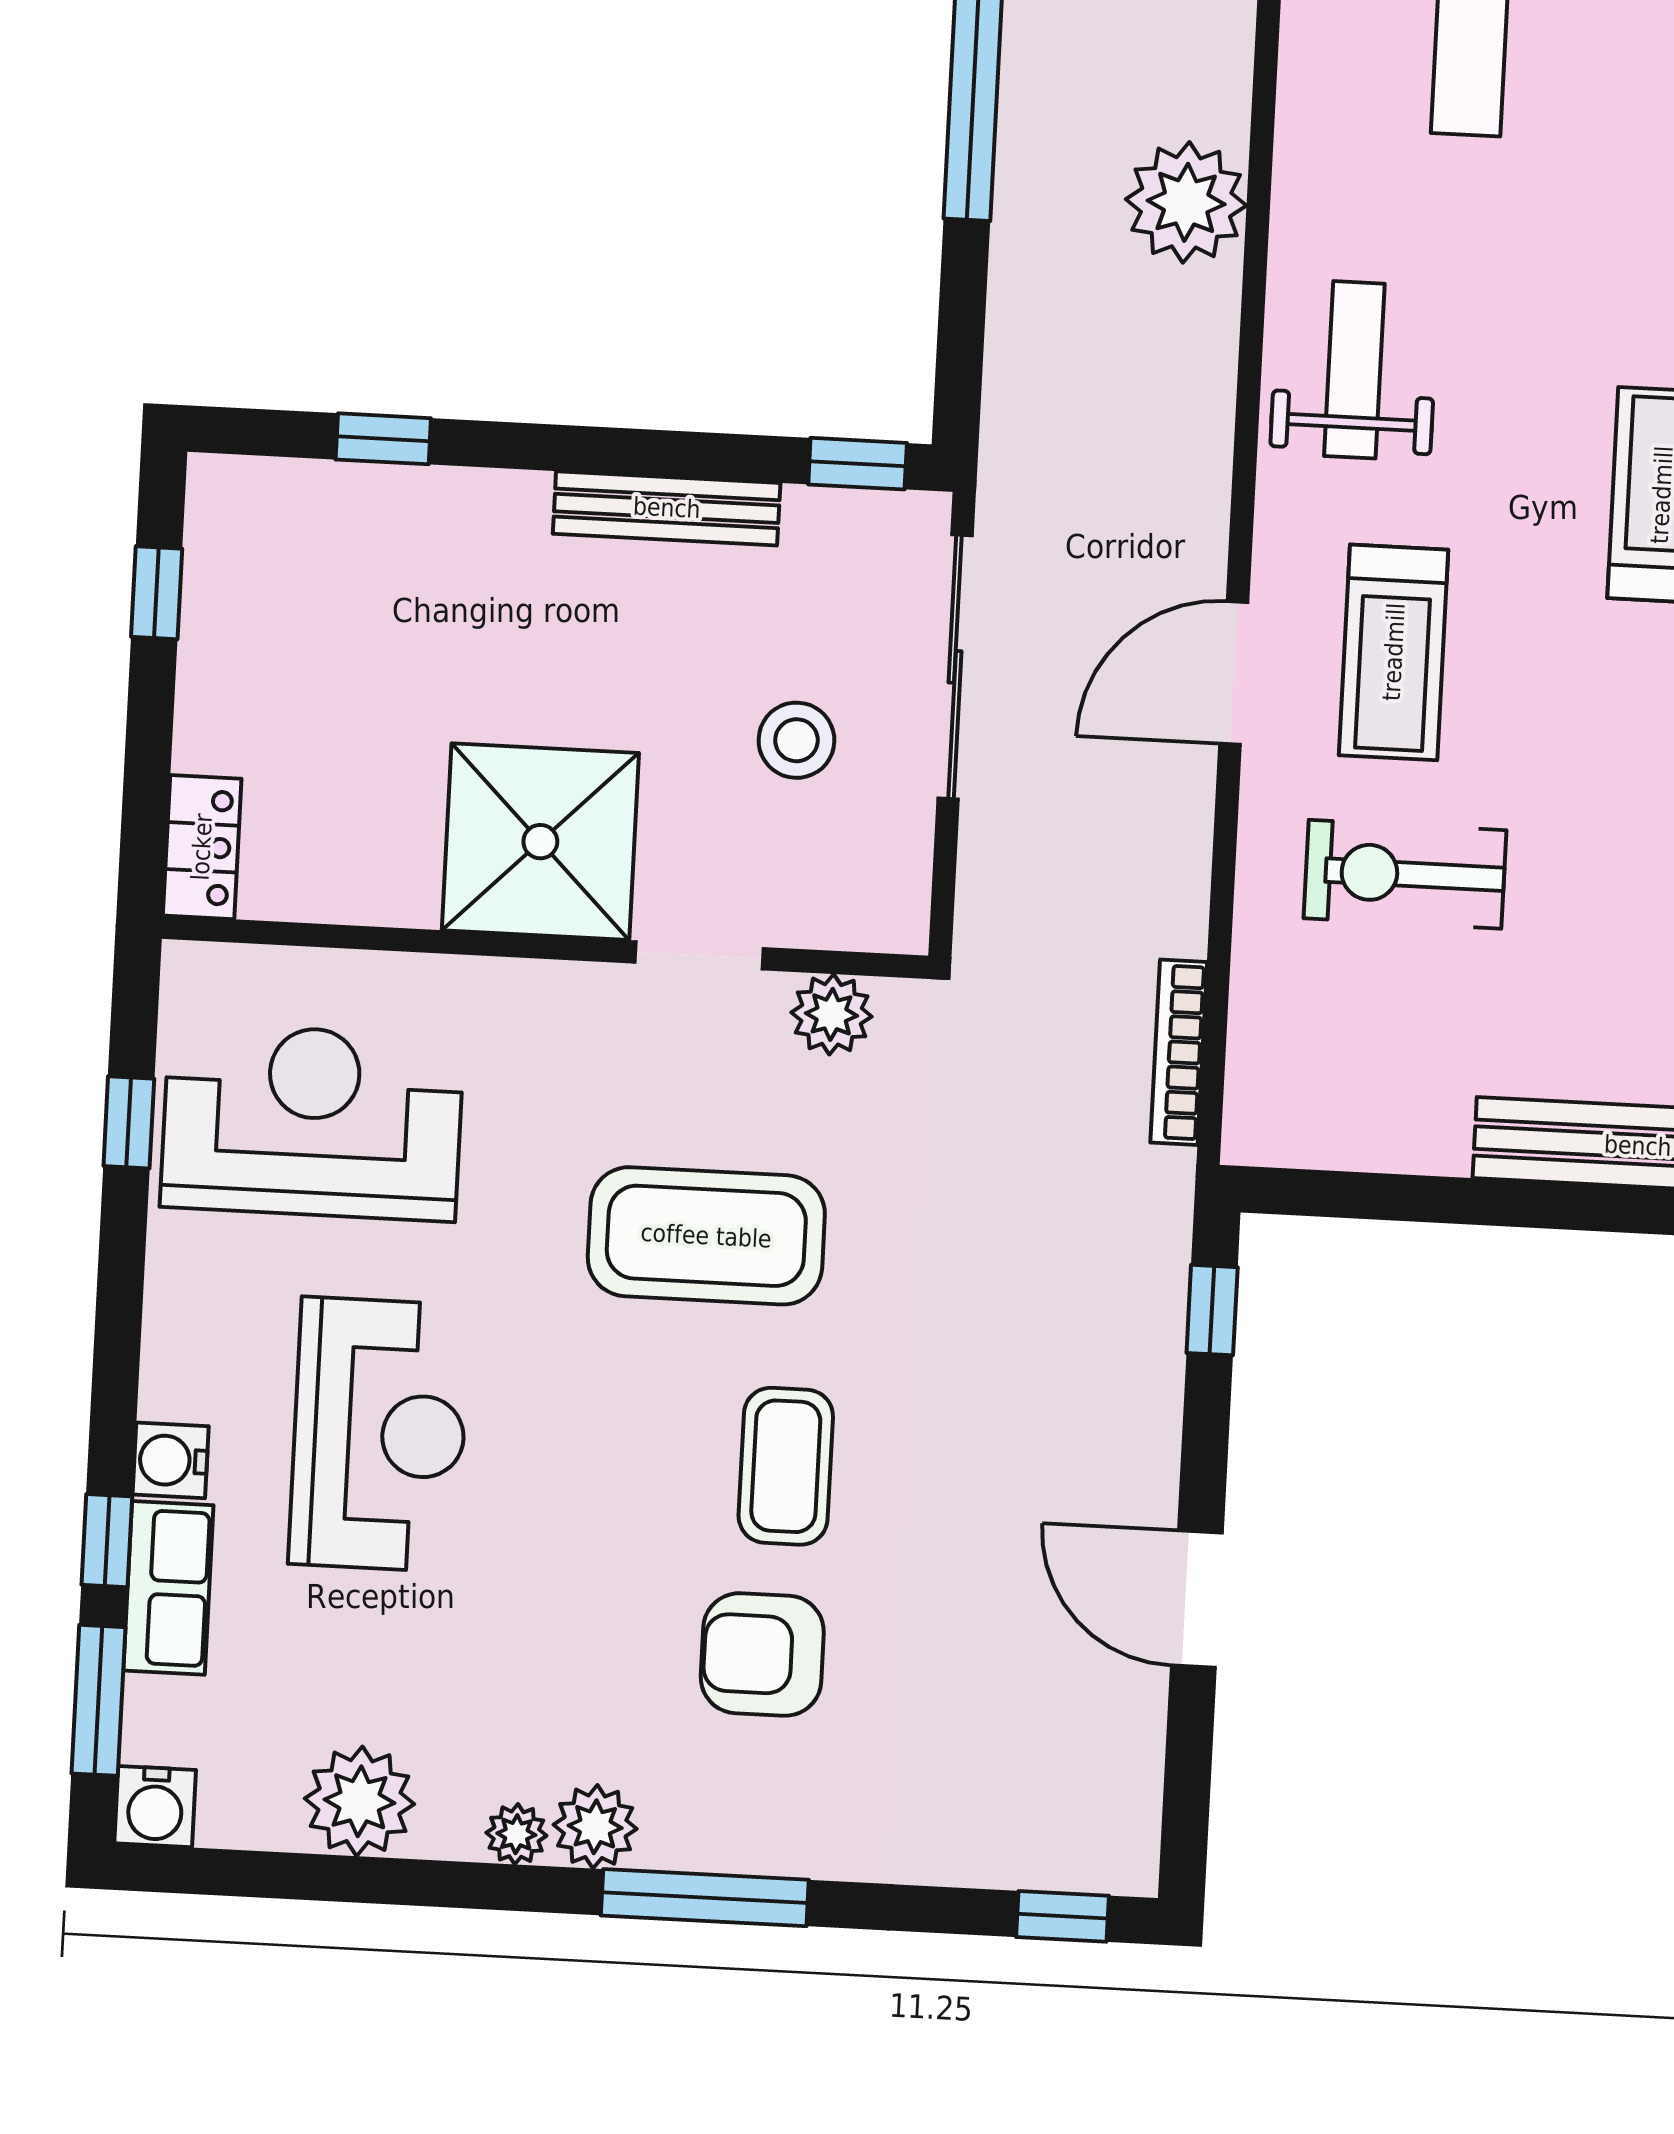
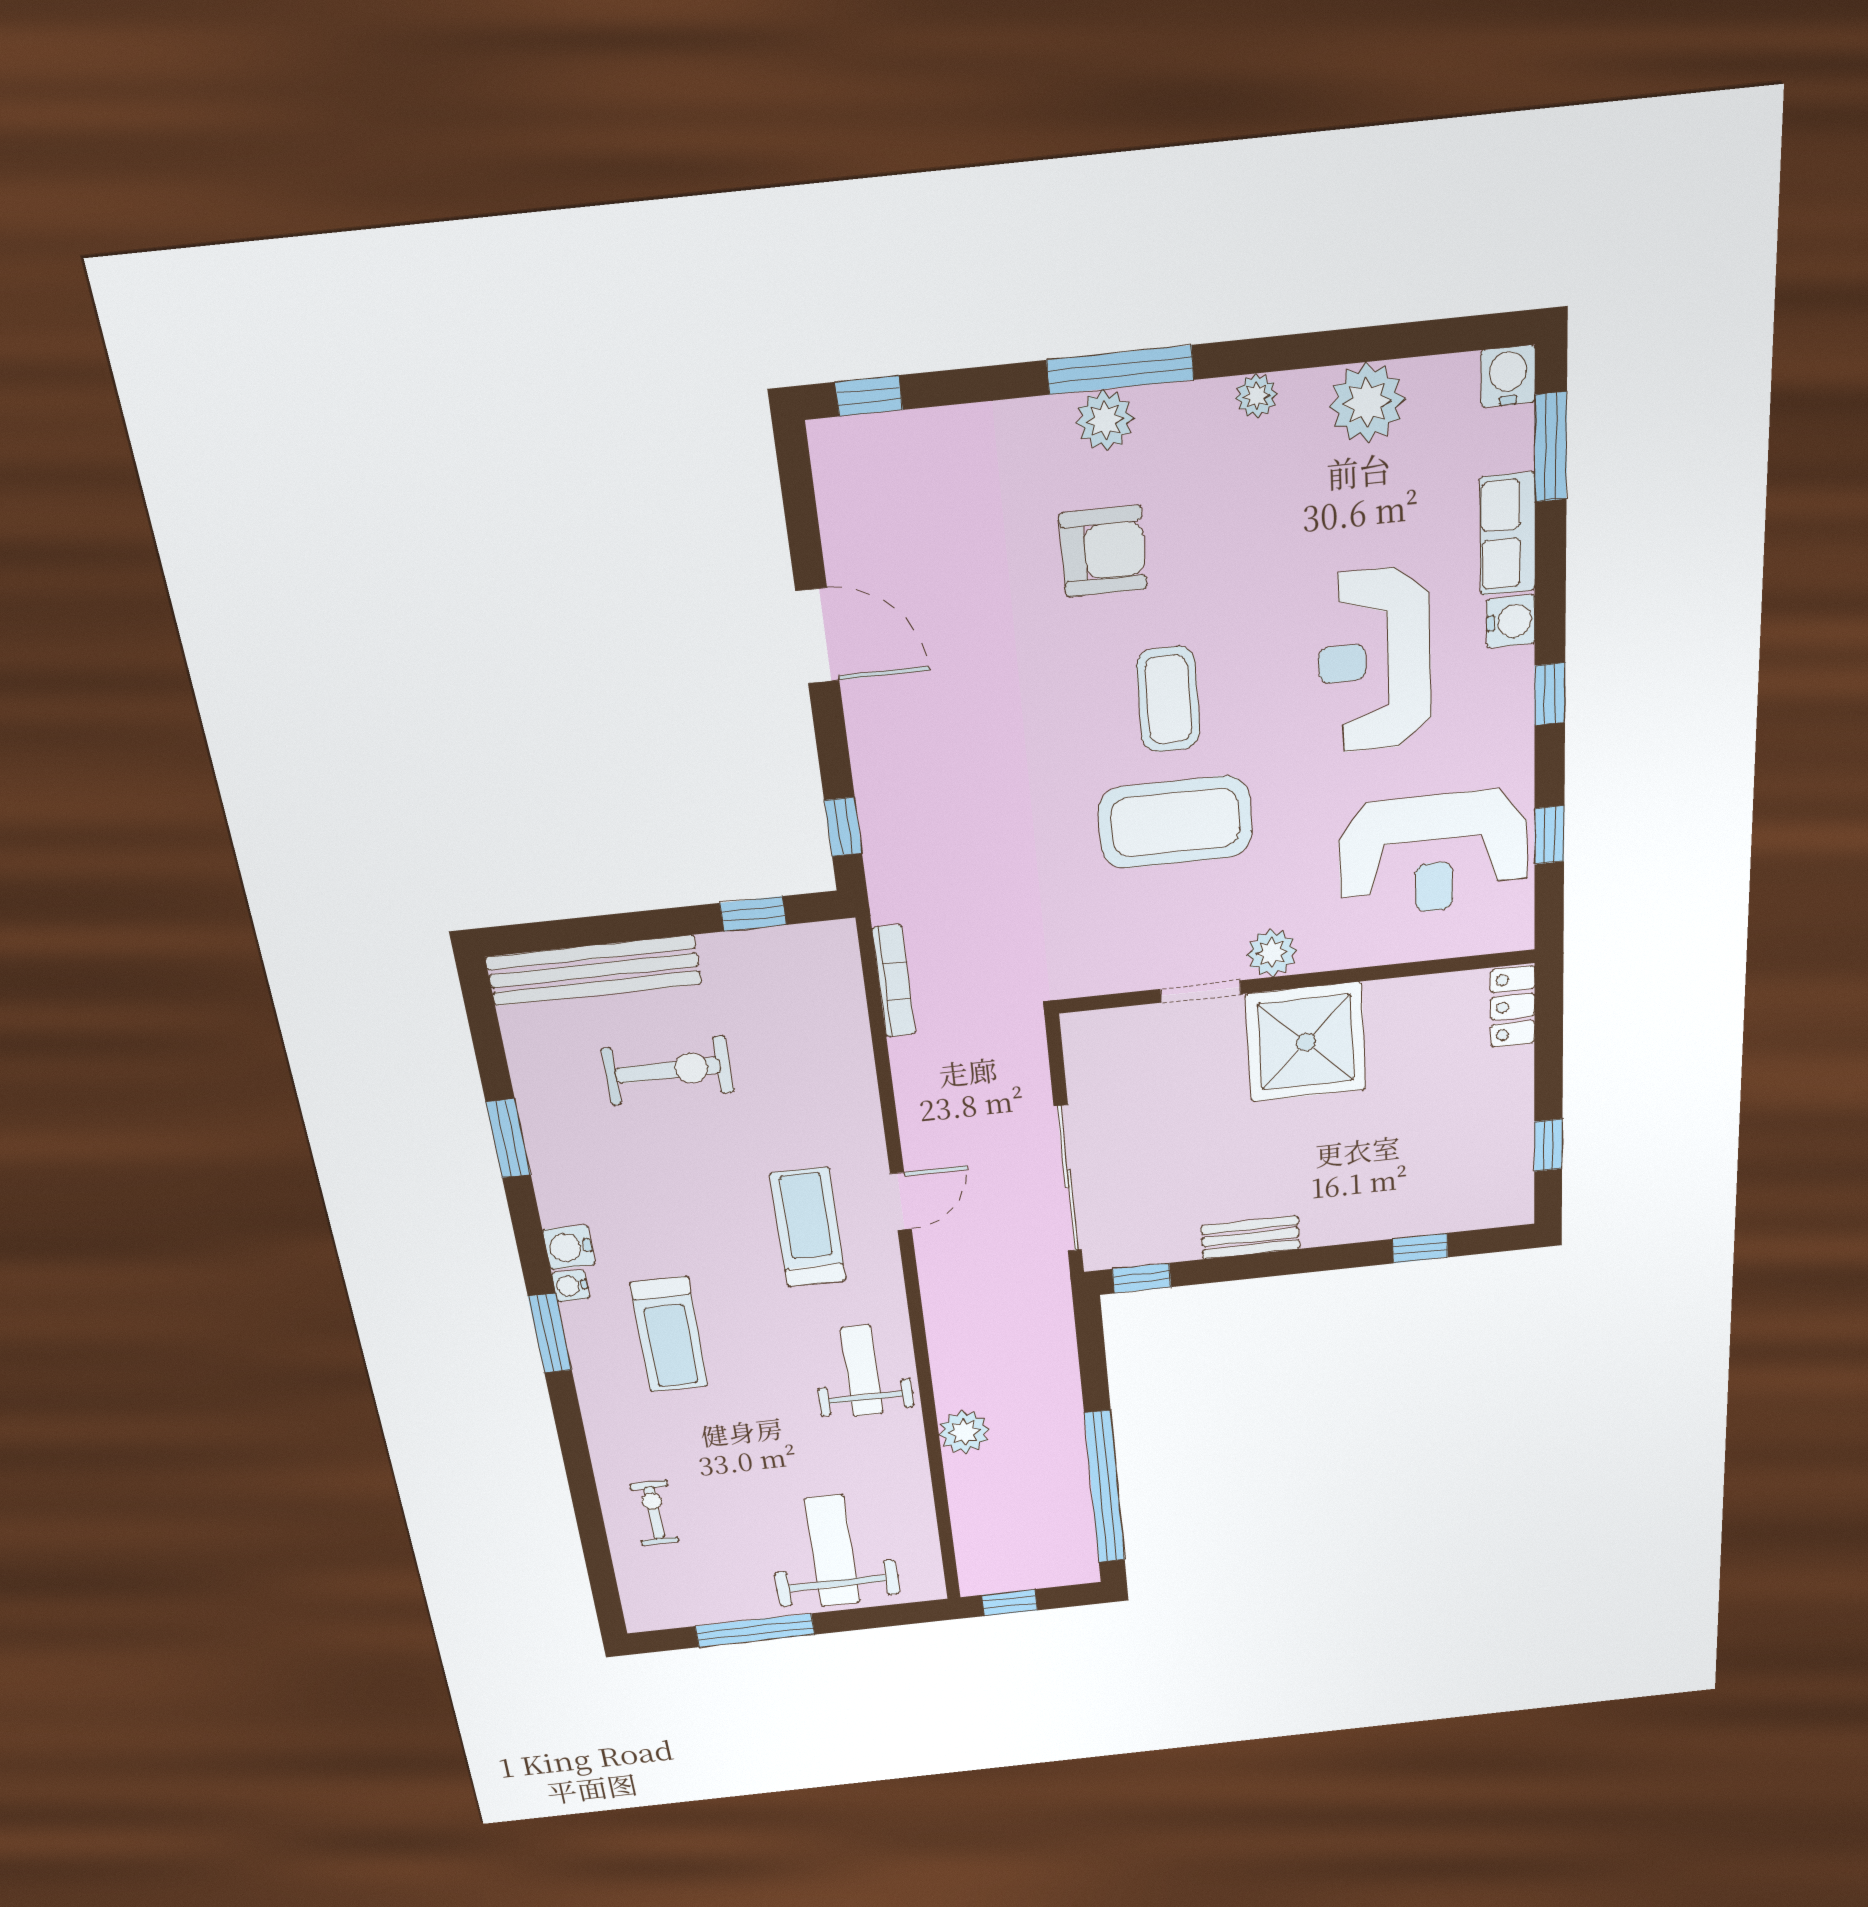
plant: (1186, 202) -> (964, 1432), width x0.73, depth x0.73
weight bench: (1354, 370) -> (862, 1371), turned 180
bench: (667, 508) -> (1250, 1237), width x0.73
door: (1234, 673) -> (901, 1201), width x0.73
stool: (796, 740) -> (1157, 1124), removed
exercise bike: (1405, 874) -> (668, 1070), moved
plant: (832, 1014) -> (1272, 953), moved
window: (1375, 1196) -> (753, 914), added
coffee table: (786, 1466) -> (1168, 699), moved
window: (107, 1541) -> (1550, 694), moved
plant: (595, 1827) -> (1105, 420), moved

